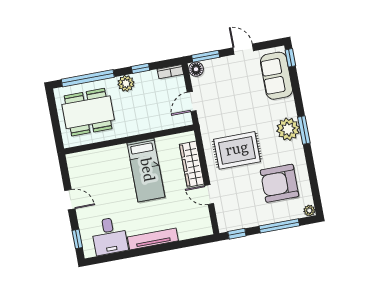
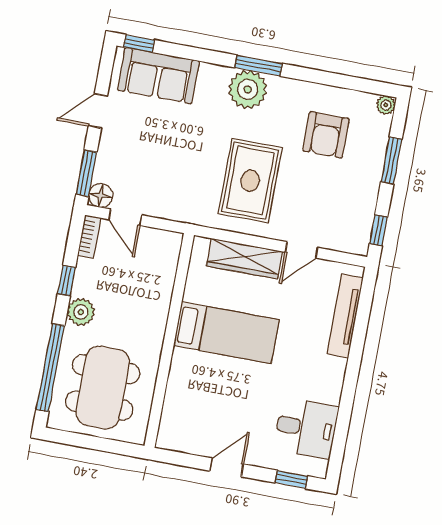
door: (192, 102) -> (125, 217), moved
armchair: (279, 183) -> (326, 135), width x0.73, depth x0.73
window: (279, 226) -> (391, 160), width x0.69
tv unit: (153, 239) -> (345, 316), moved

